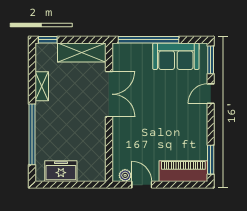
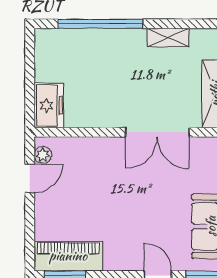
freezer: (61, 171) -> (49, 105), moved
piano: (183, 171) -> (68, 256), moved, turned -90

